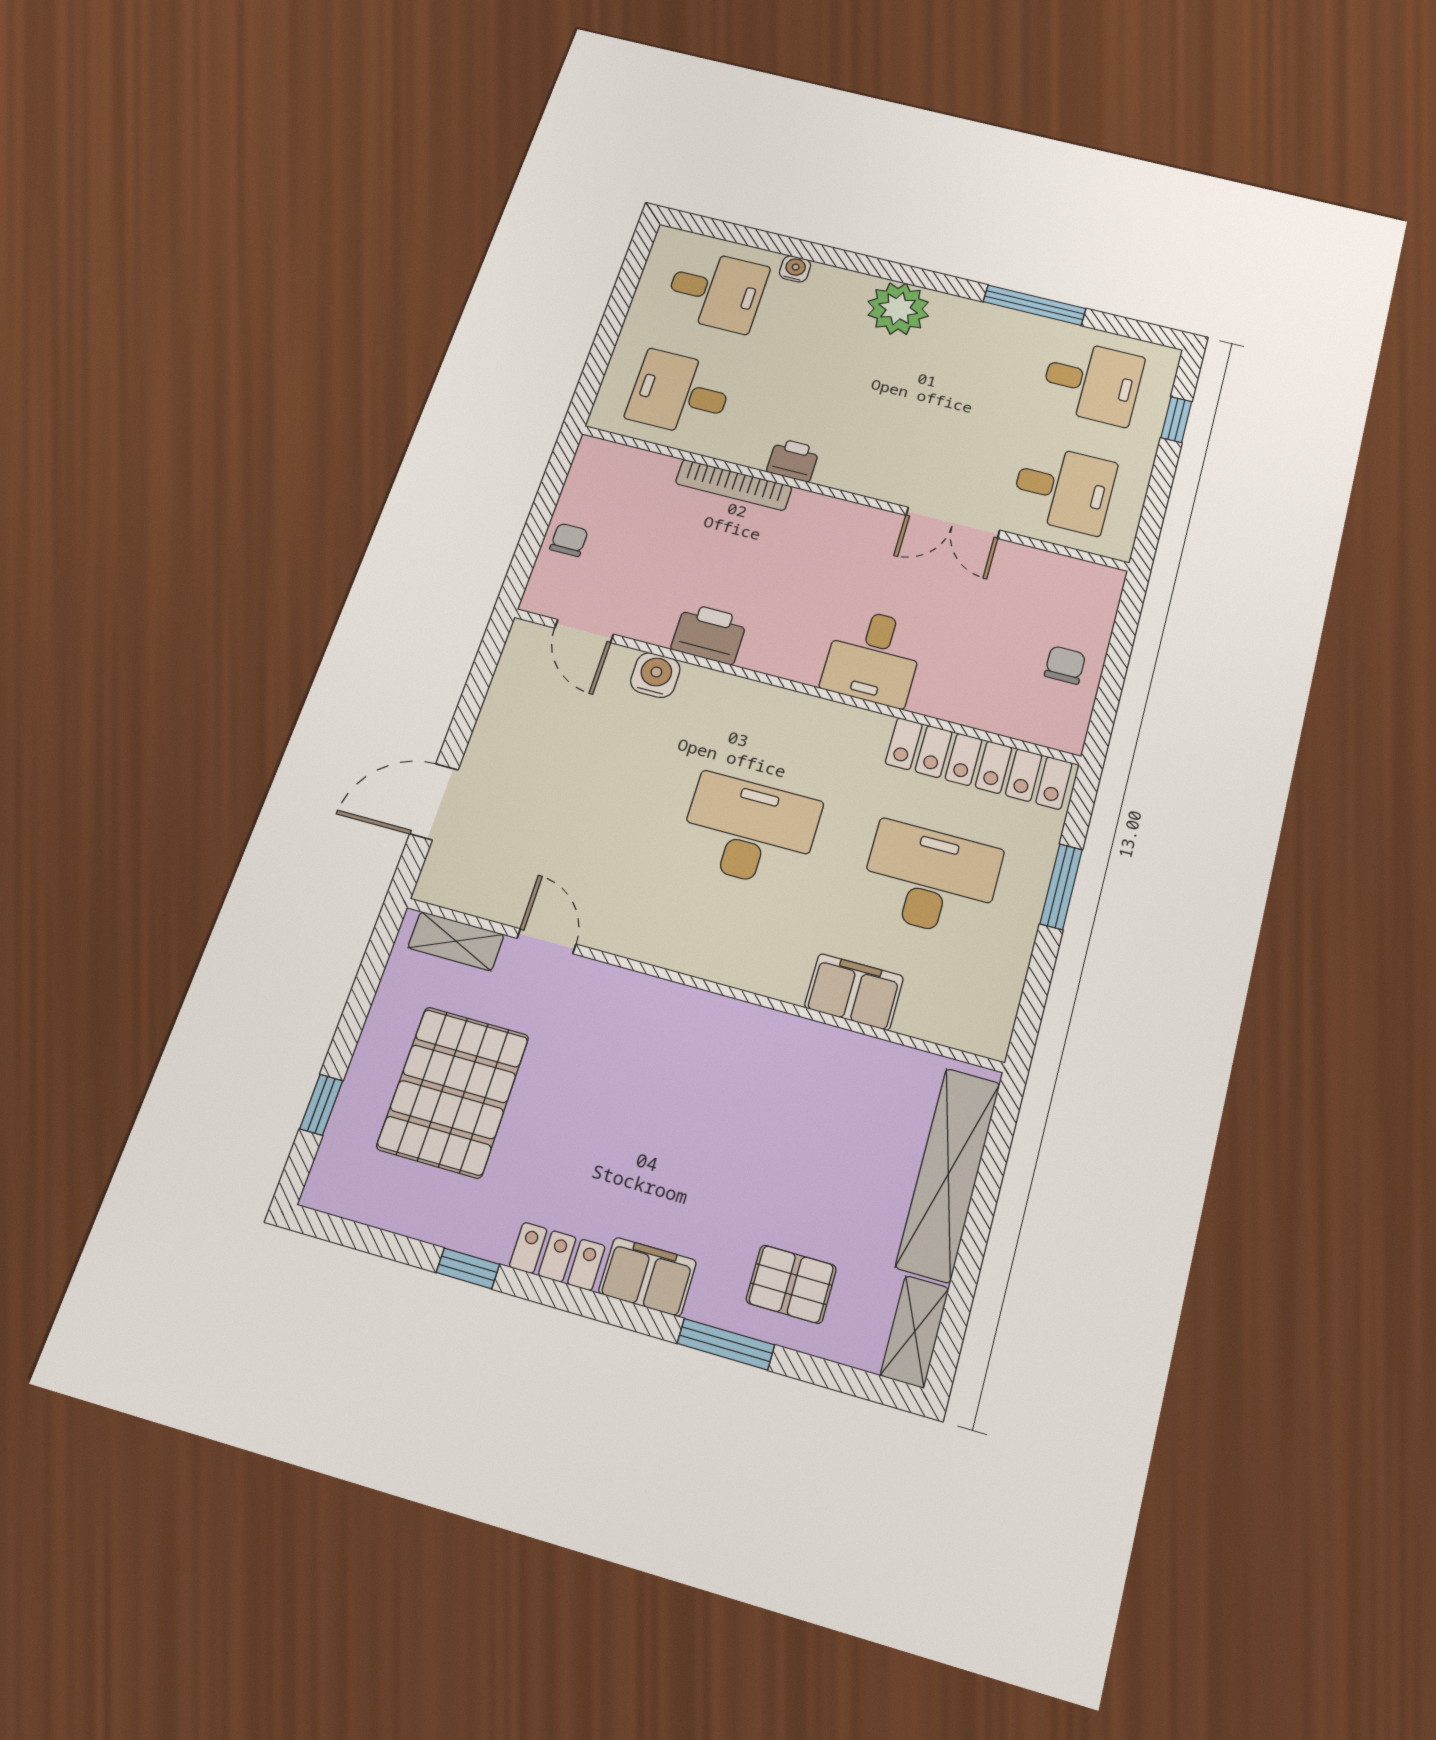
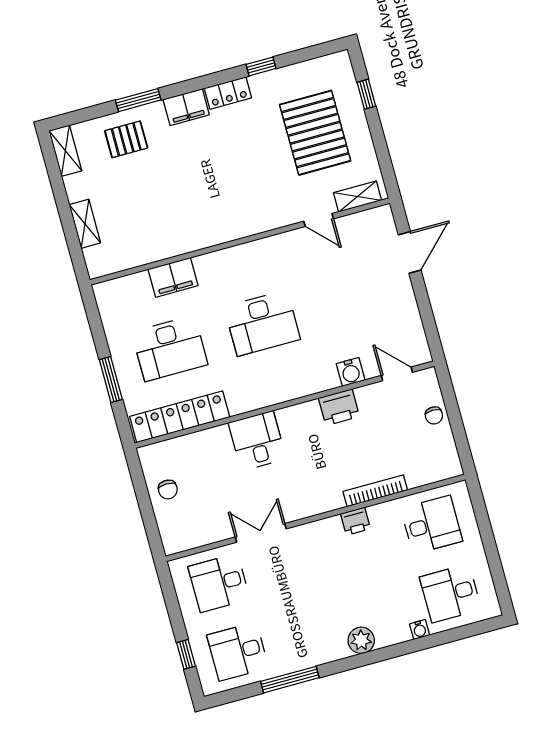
plant: (898, 309) -> (361, 640), width x0.73, depth x0.73
shelving: (948, 1174) -> (85, 224), width x0.45, depth x0.75

